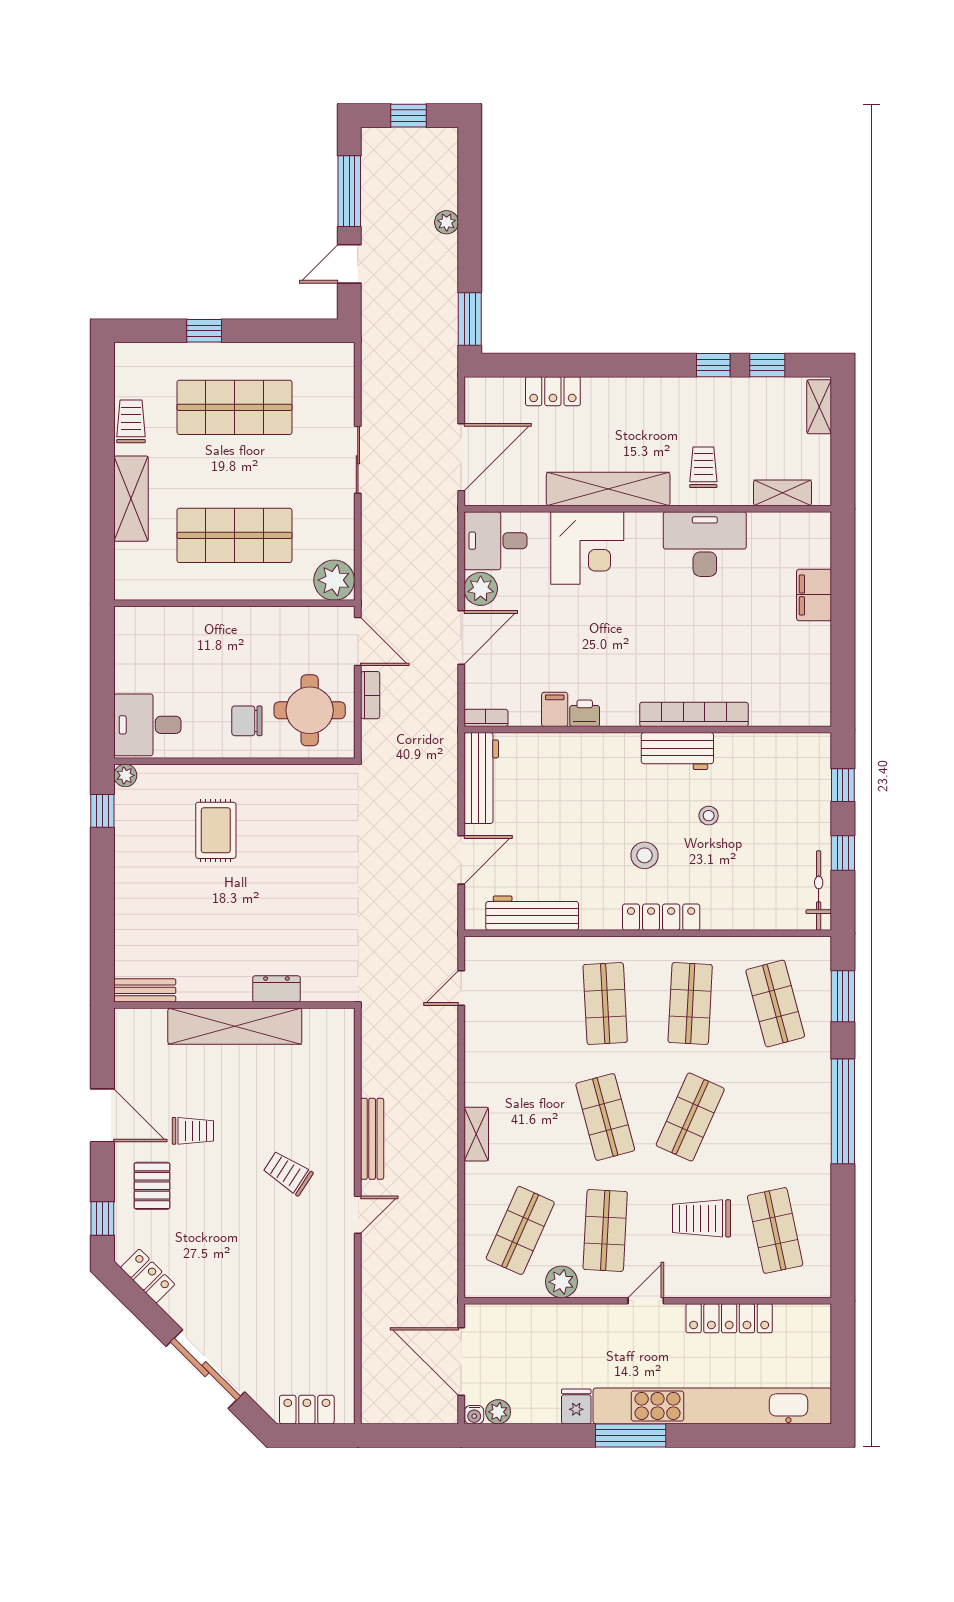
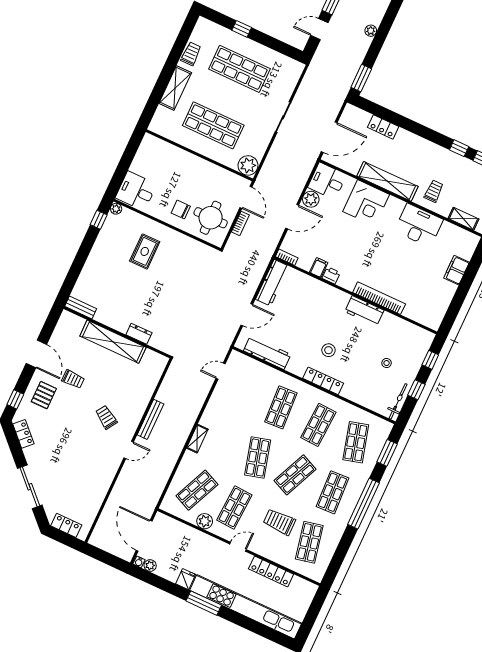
stool: (709, 816) -> (387, 363), moved
shop shelf: (775, 1117) -> (333, 492), added

